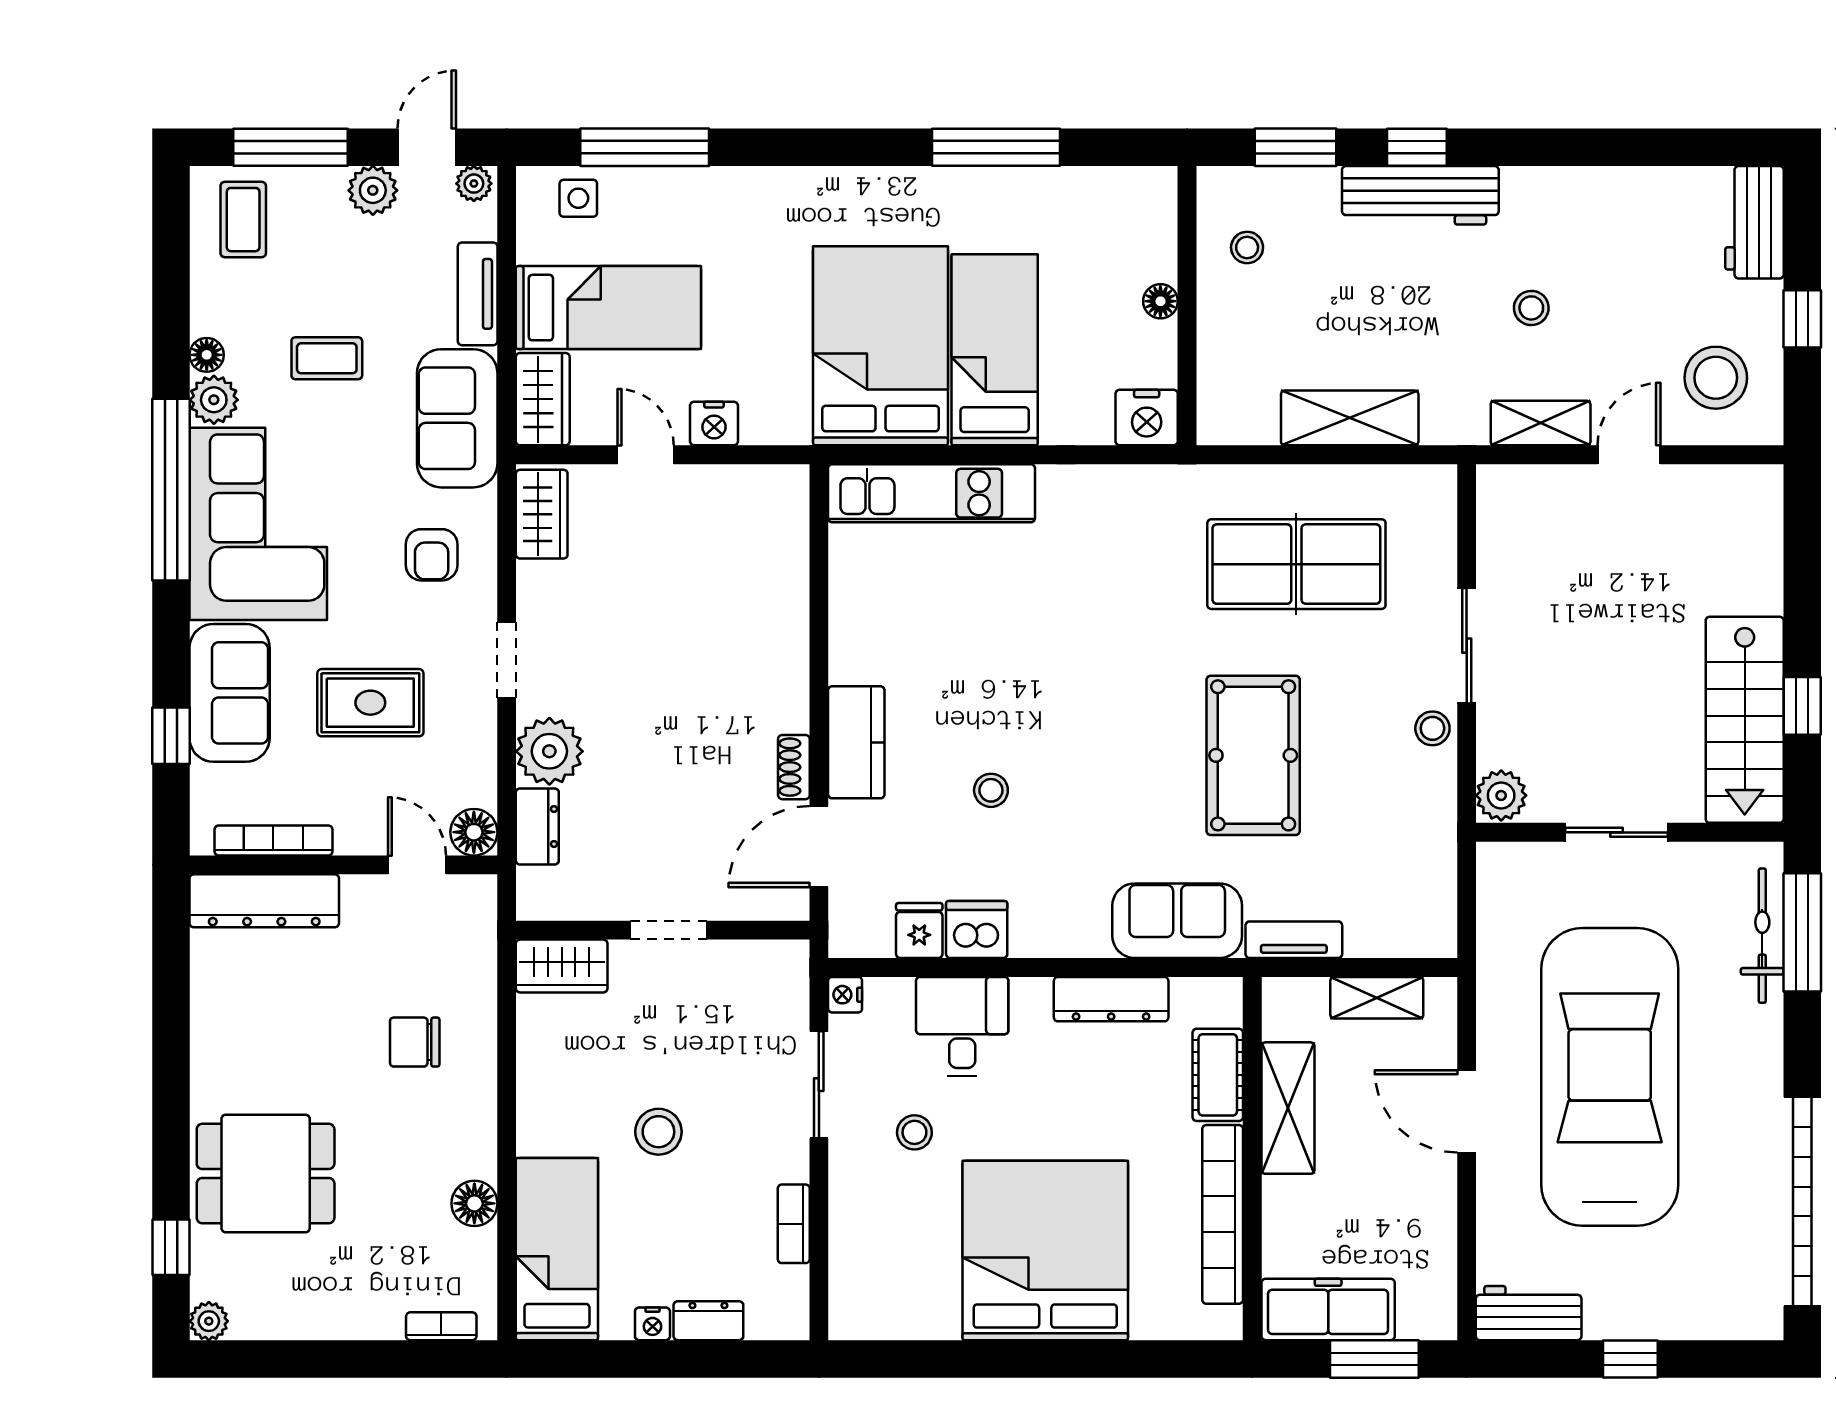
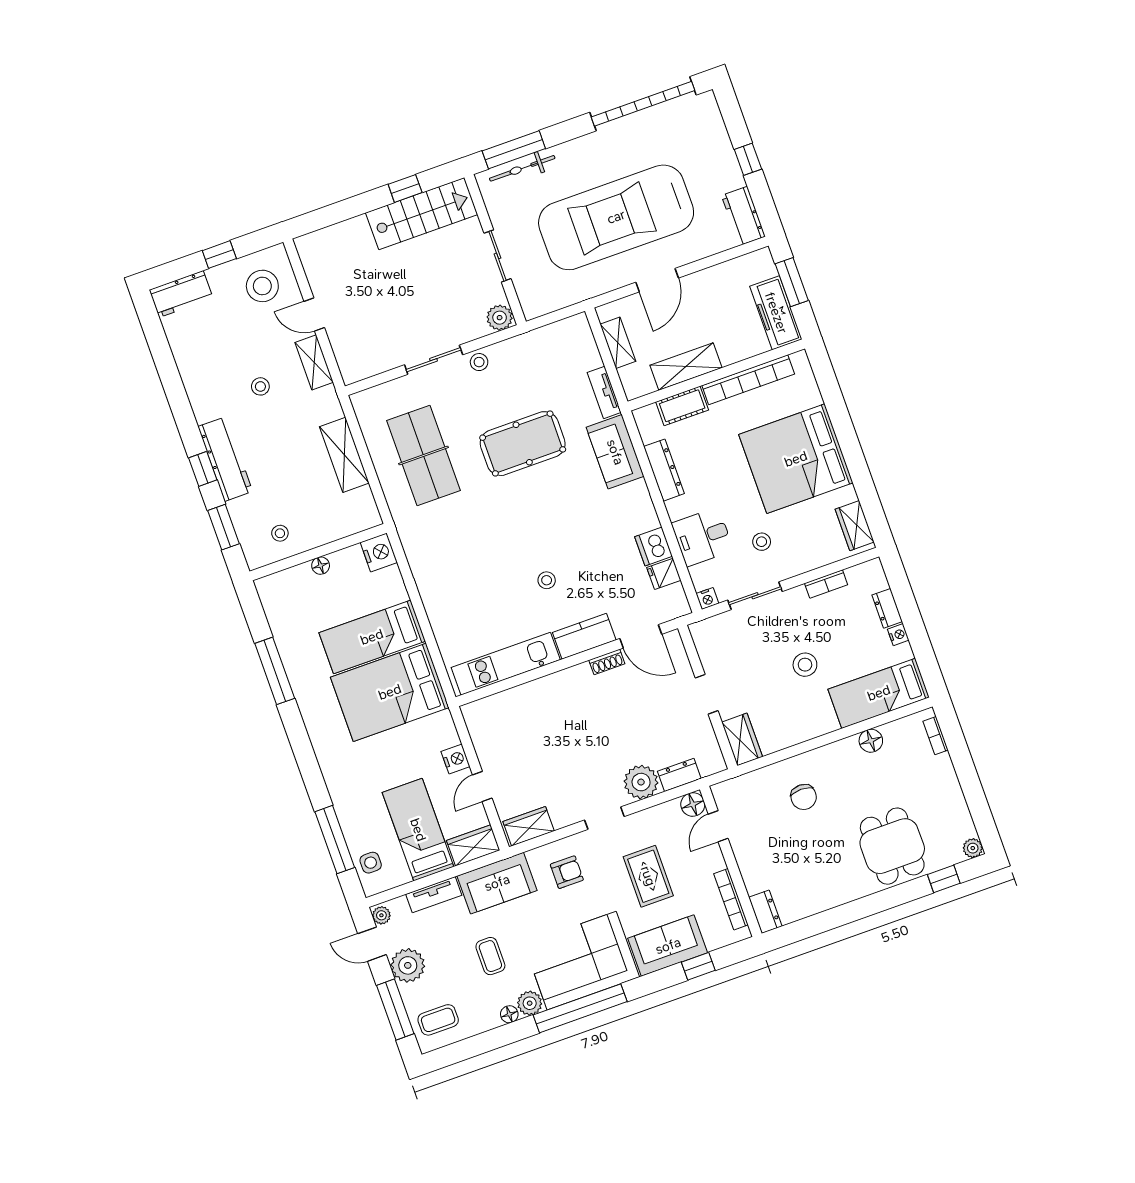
plant: (373, 190) -> (408, 965), width x1.36, depth x1.36
kitchen unit: (932, 493) -> (506, 664), moved, turned -90
stool: (991, 790) -> (547, 580), moved
dresser: (264, 901) -> (765, 912), width x0.51, depth x0.80
wardrobe: (883, 1315) -> (855, 526), added

